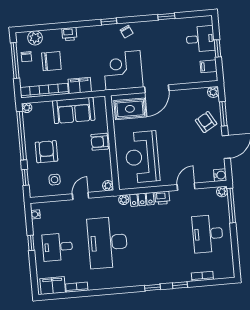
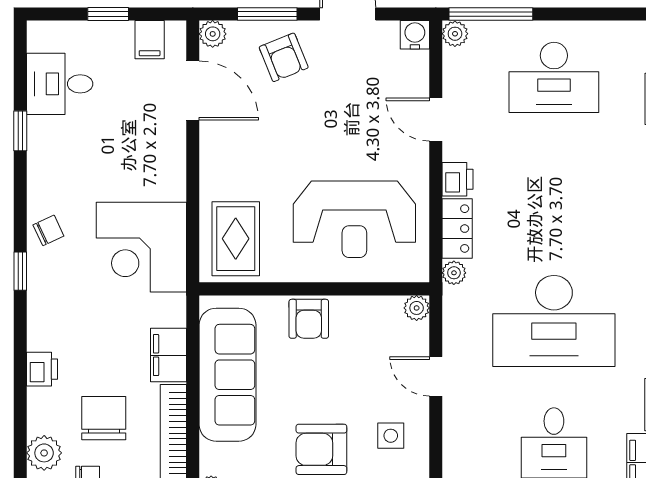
desk: (200, 39) -> (60, 84), moved, turned -90
door: (157, 89) -> (193, 91), moved
sofa: (74, 110) -> (227, 375), width x1.36
armchair: (206, 122) -> (284, 57), turned -82

